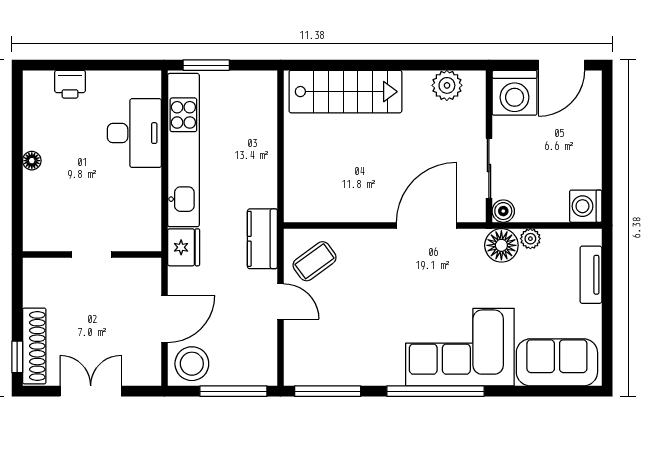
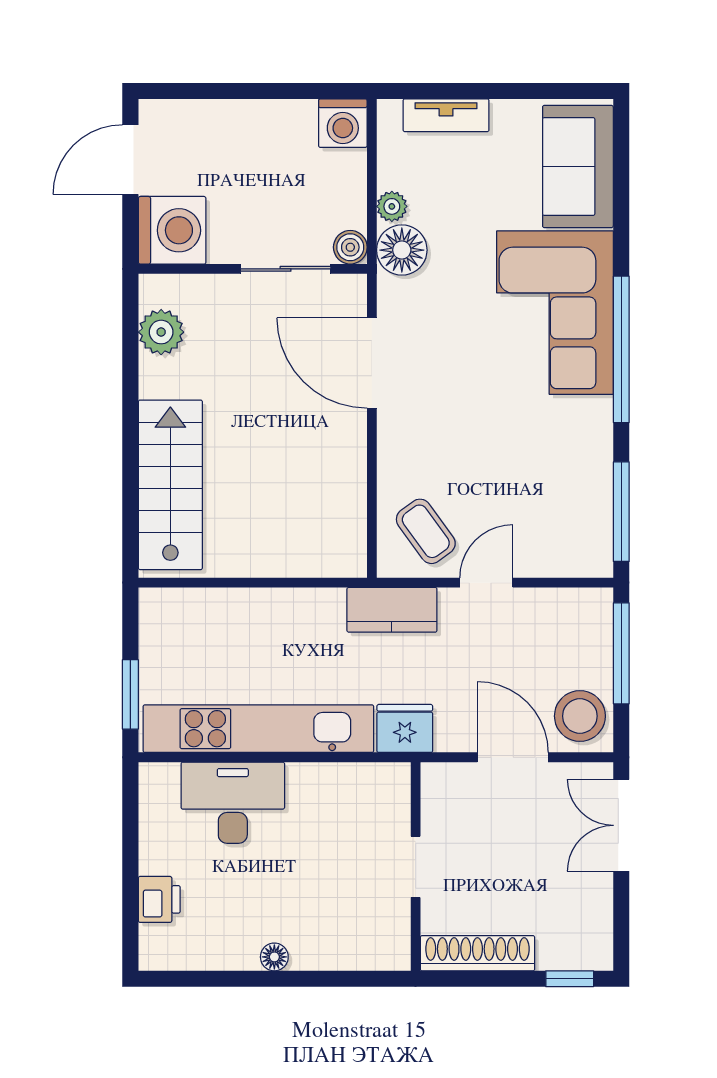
door: (562, 65) -> (130, 160), swing flipped
shoe rack: (34, 346) -> (477, 953), moved
double door: (91, 391) -> (621, 825), moved

